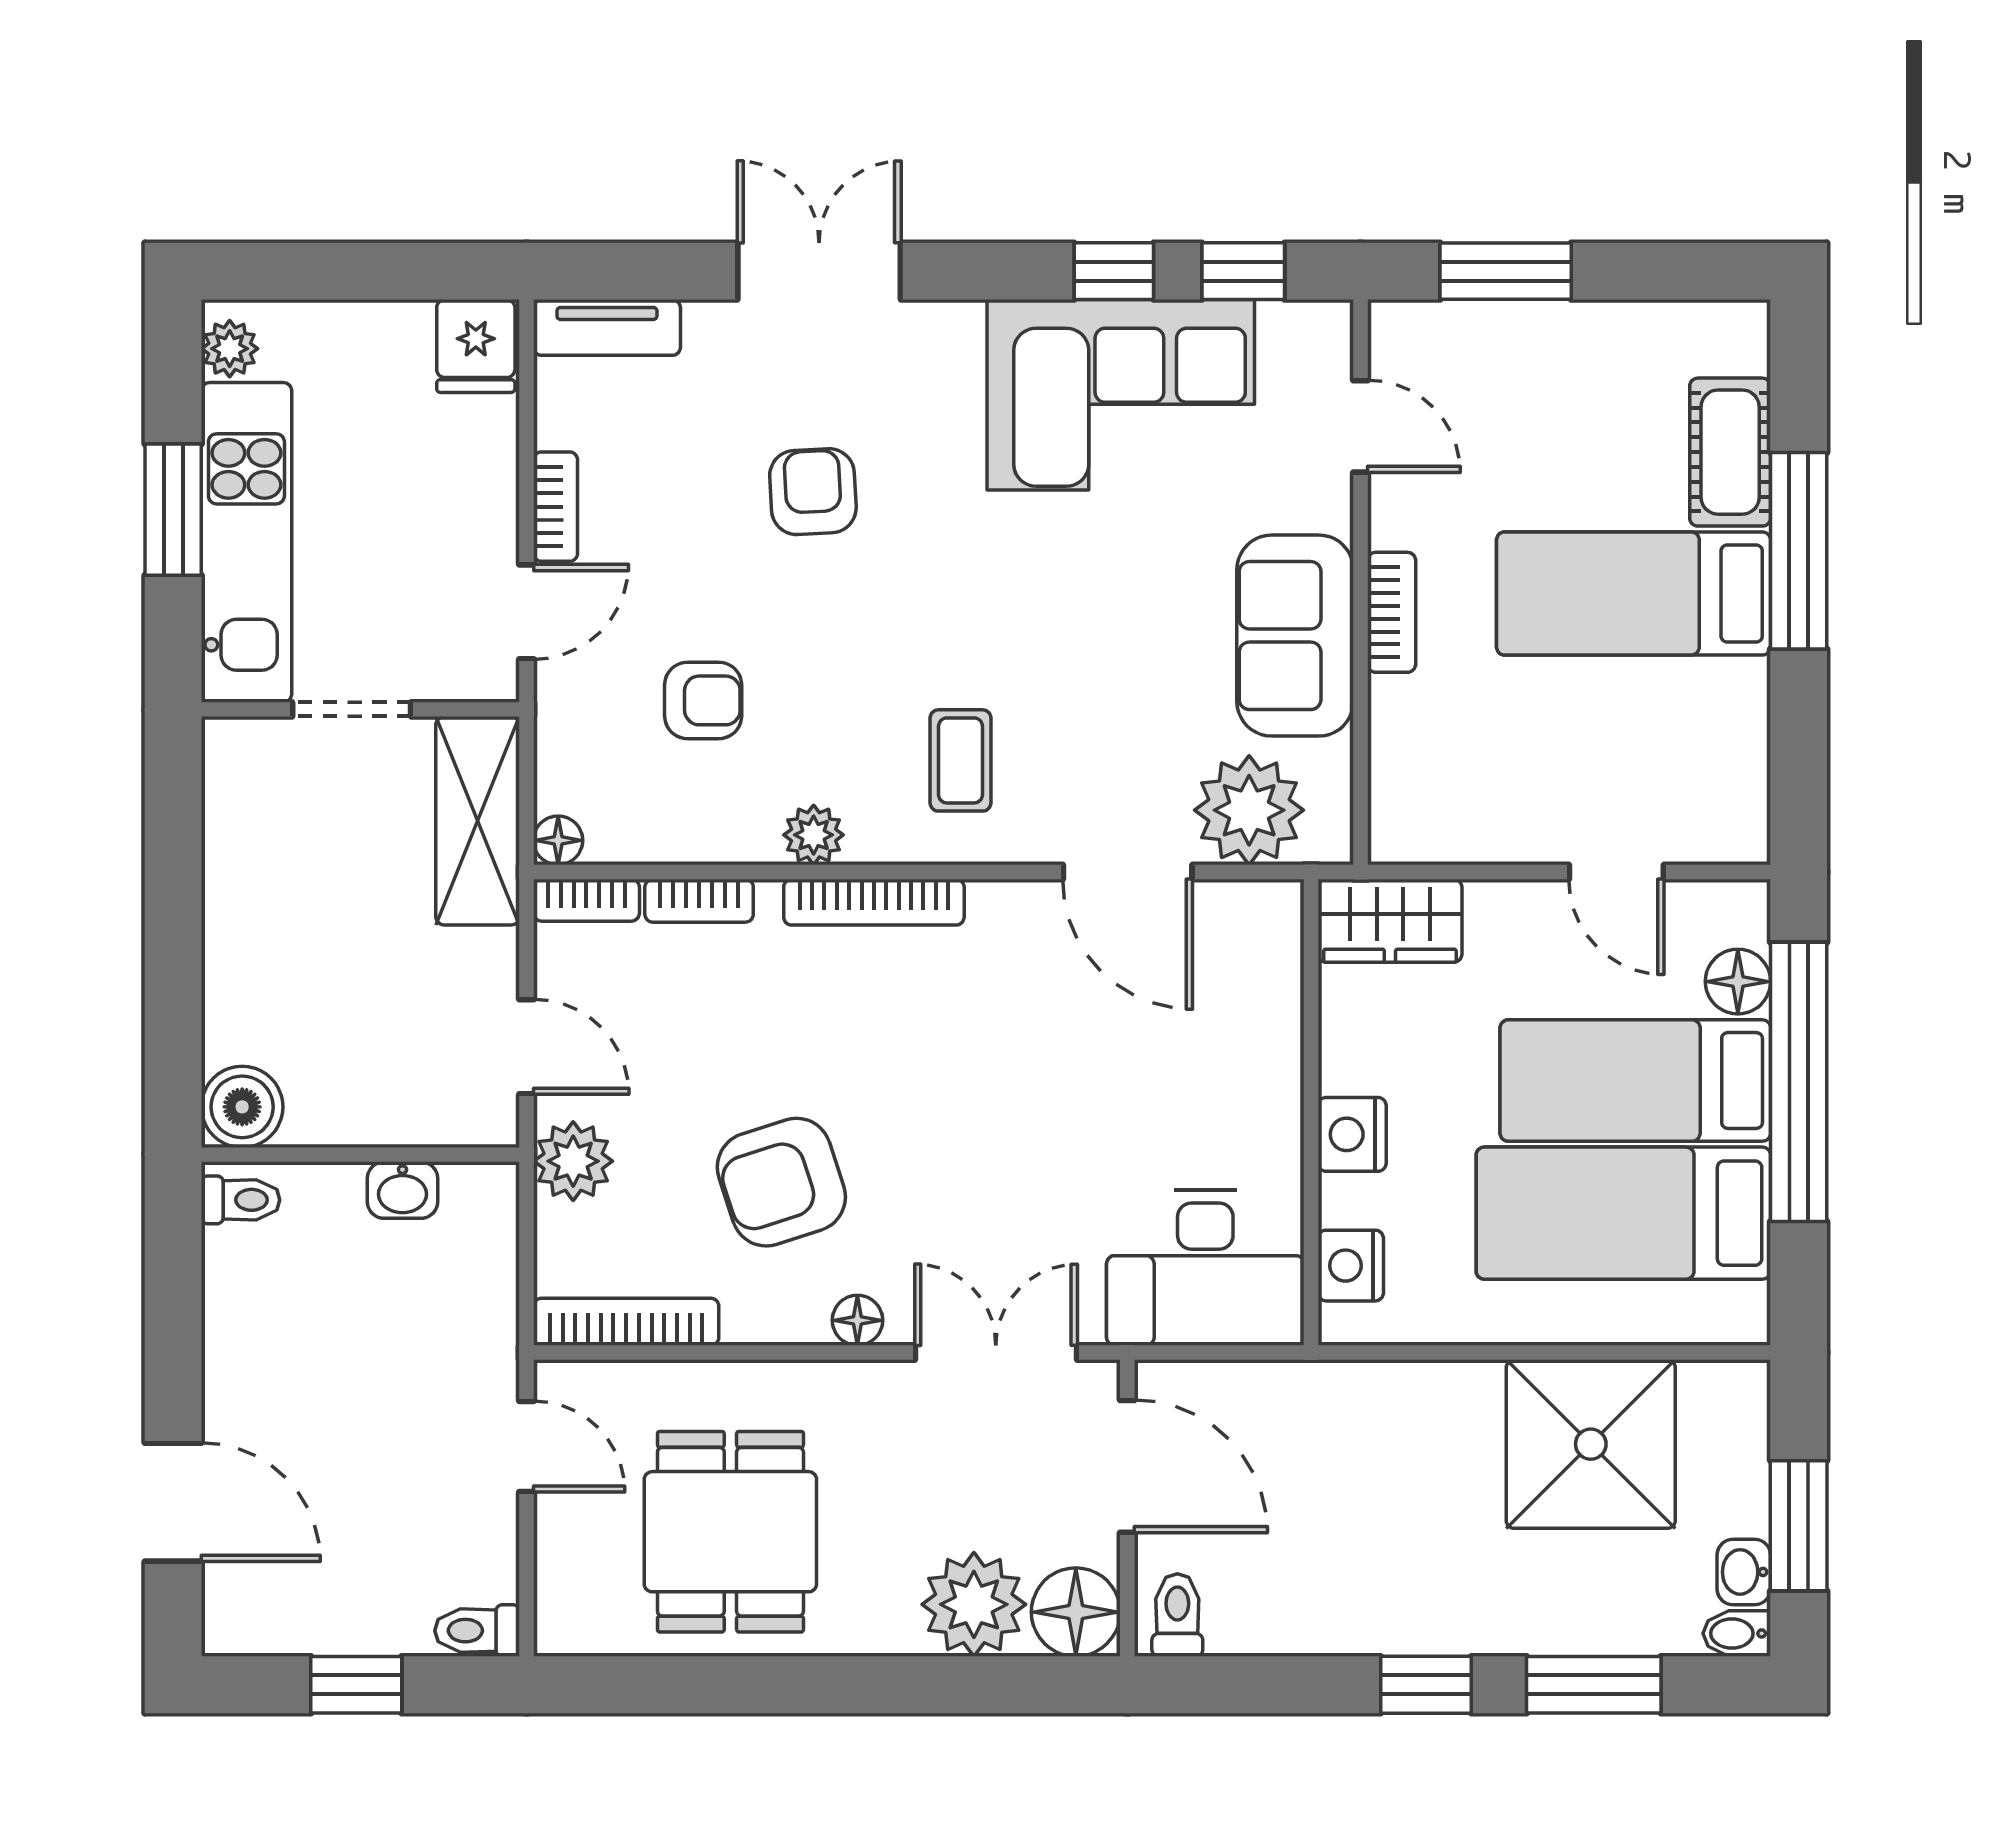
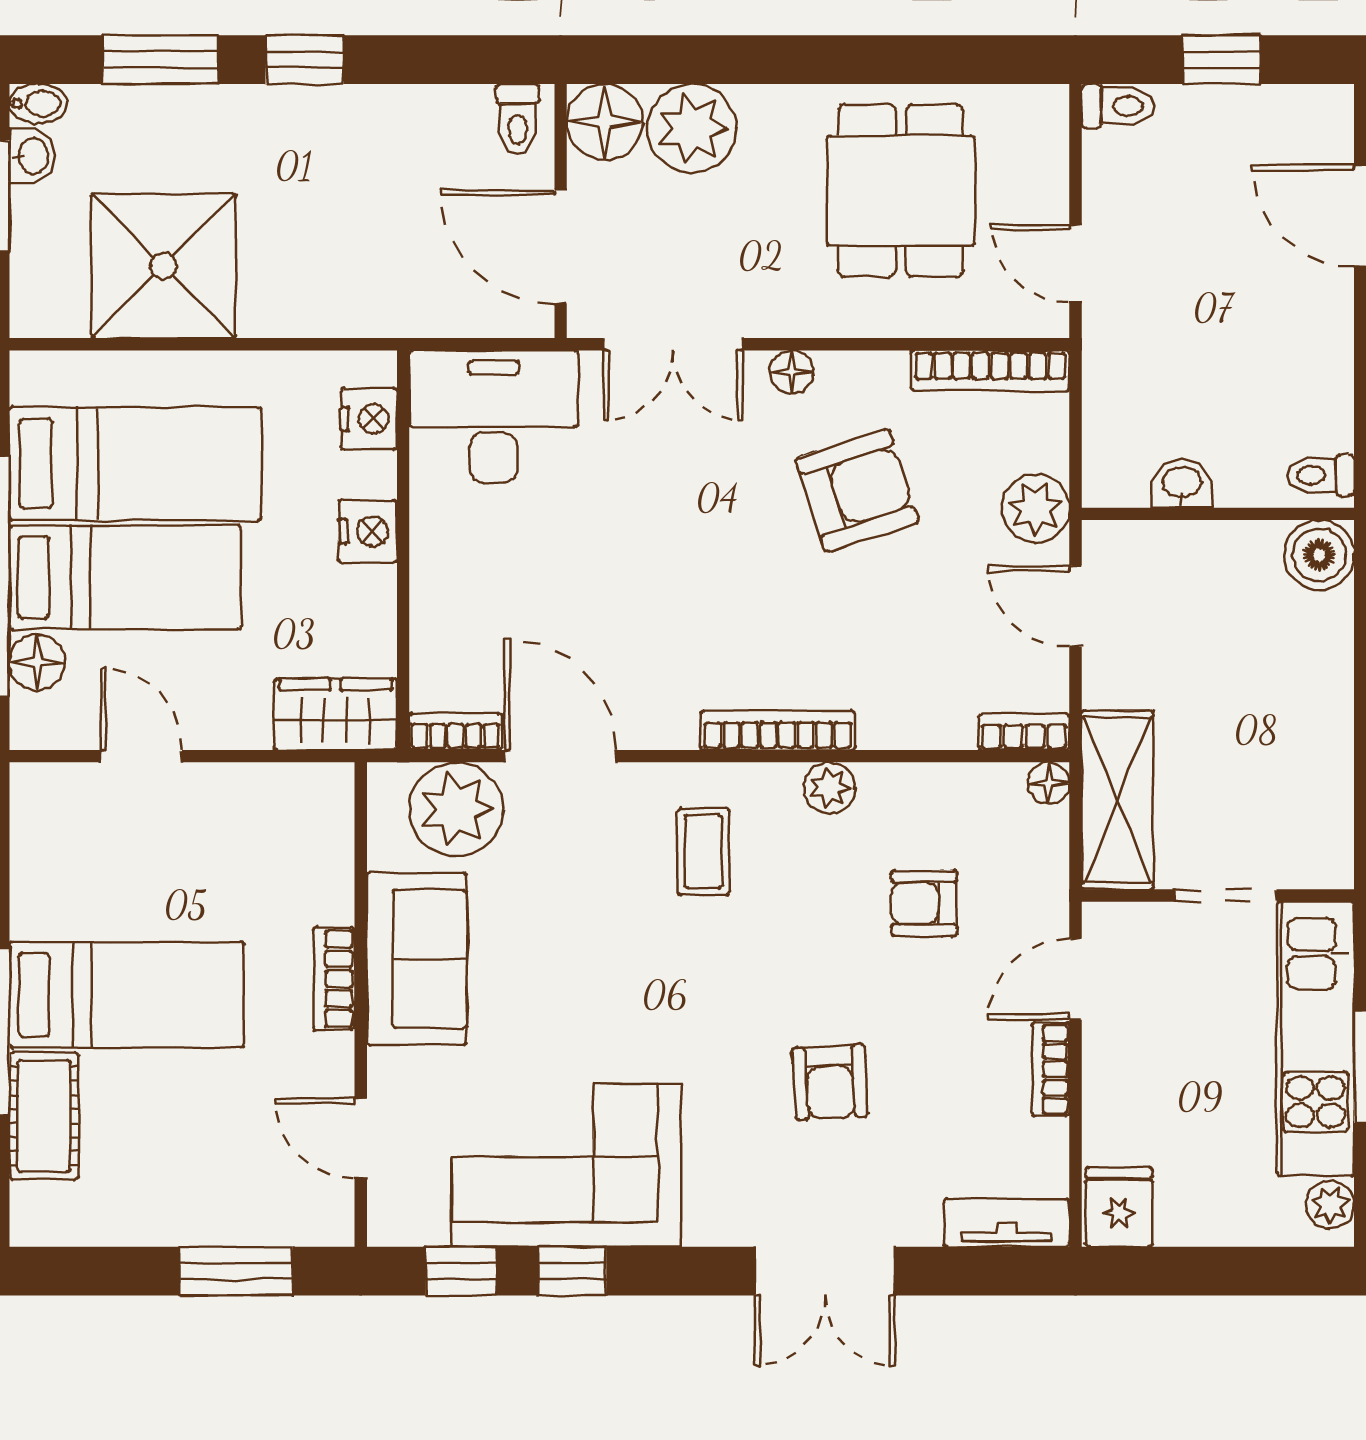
bookcase: (699, 901) -> (456, 732), moved

